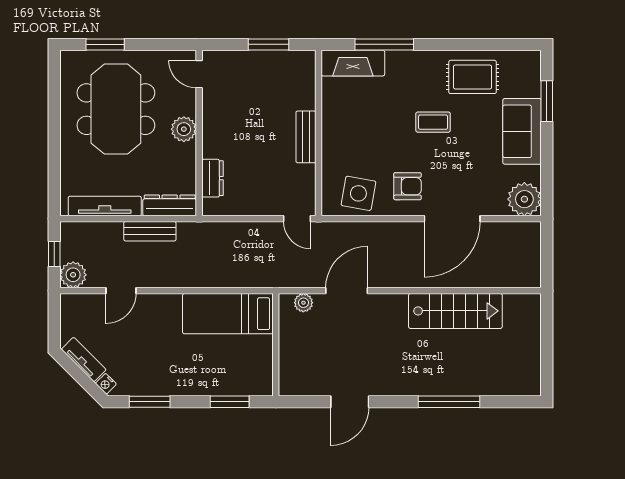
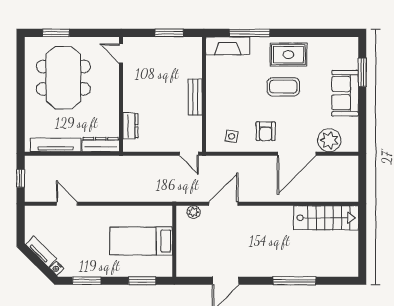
rug: (473, 77) -> (288, 55), moved
coffee table: (433, 122) -> (283, 87), width x1.36, depth x1.30
plant: (184, 129) -> (110, 92), removed
armchair: (407, 186) -> (266, 131), turned 90
side table: (358, 193) -> (232, 136), width x0.54, depth x0.54
plant: (524, 199) -> (329, 140), moved
bench: (150, 231) -> (87, 162), removed
plant: (73, 275) -> (34, 193), removed
door: (121, 291) -> (67, 204), swing flipped
stairs: (455, 311) -> (326, 218), moved
bed: (228, 314) -> (141, 241), moved

